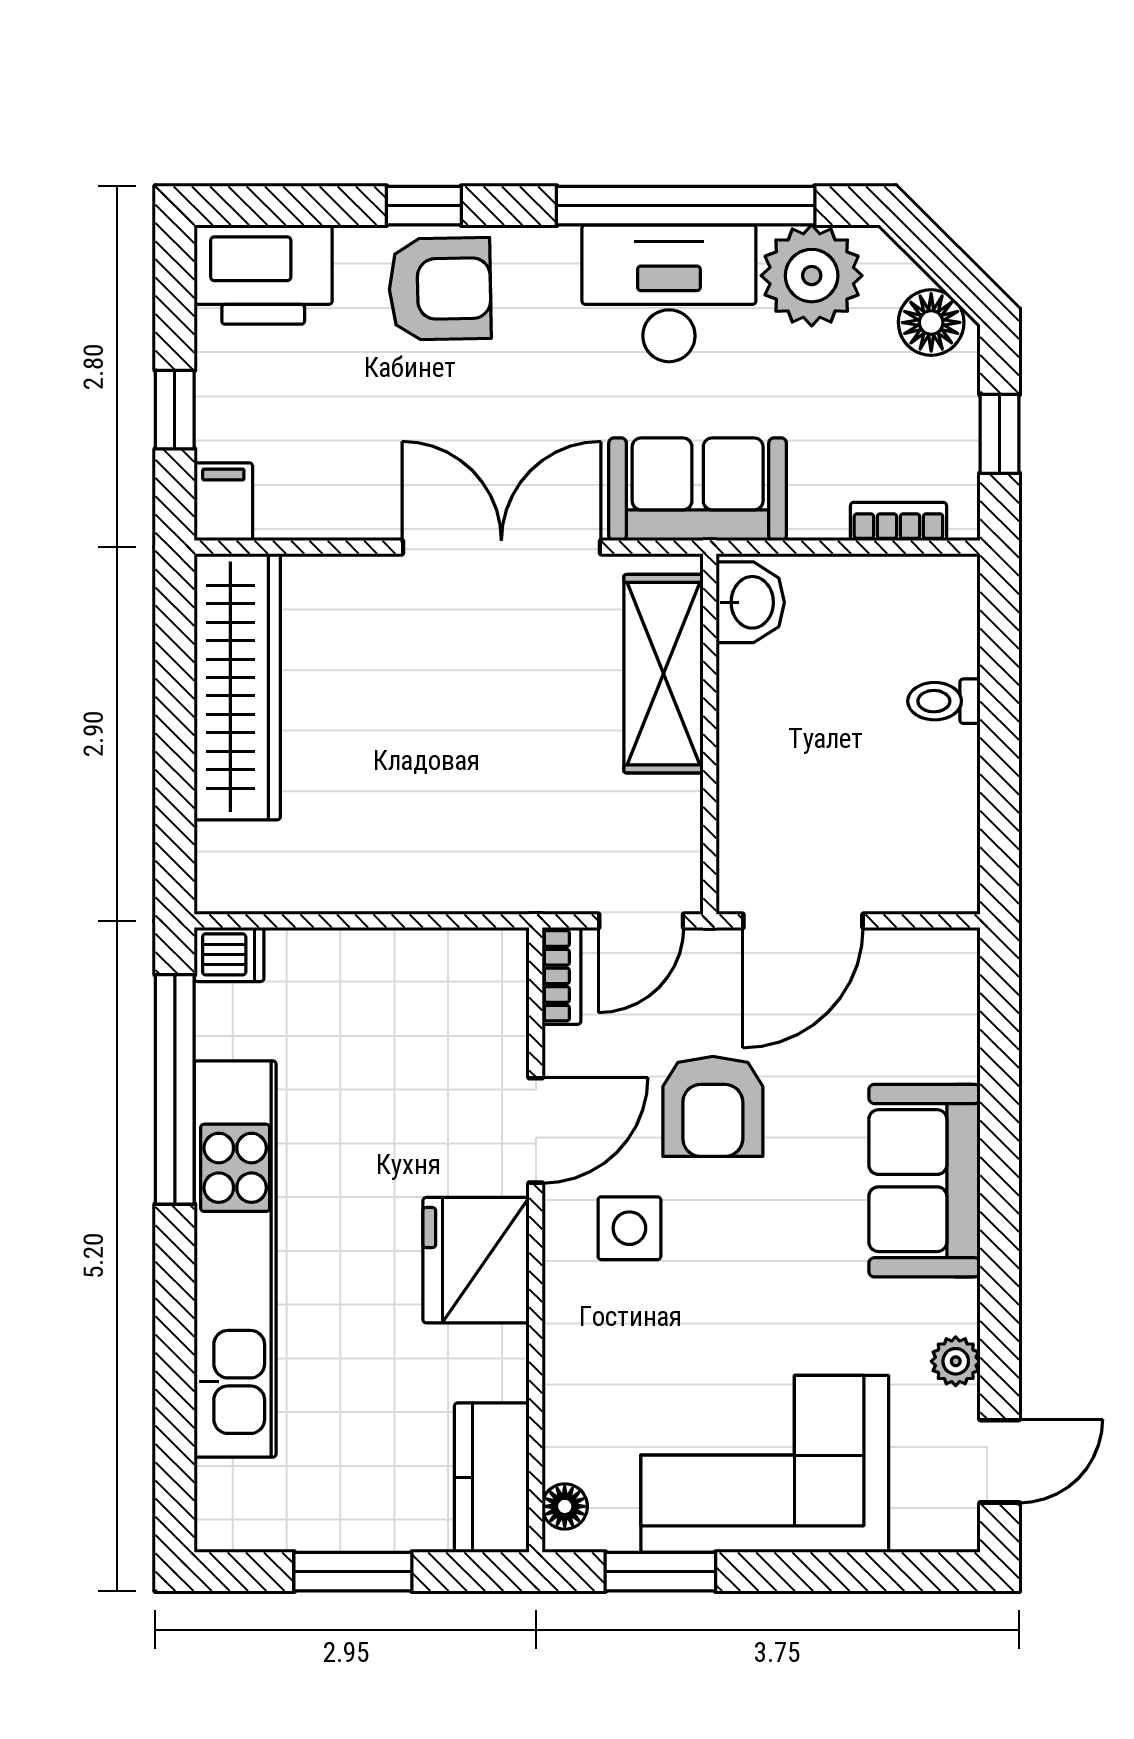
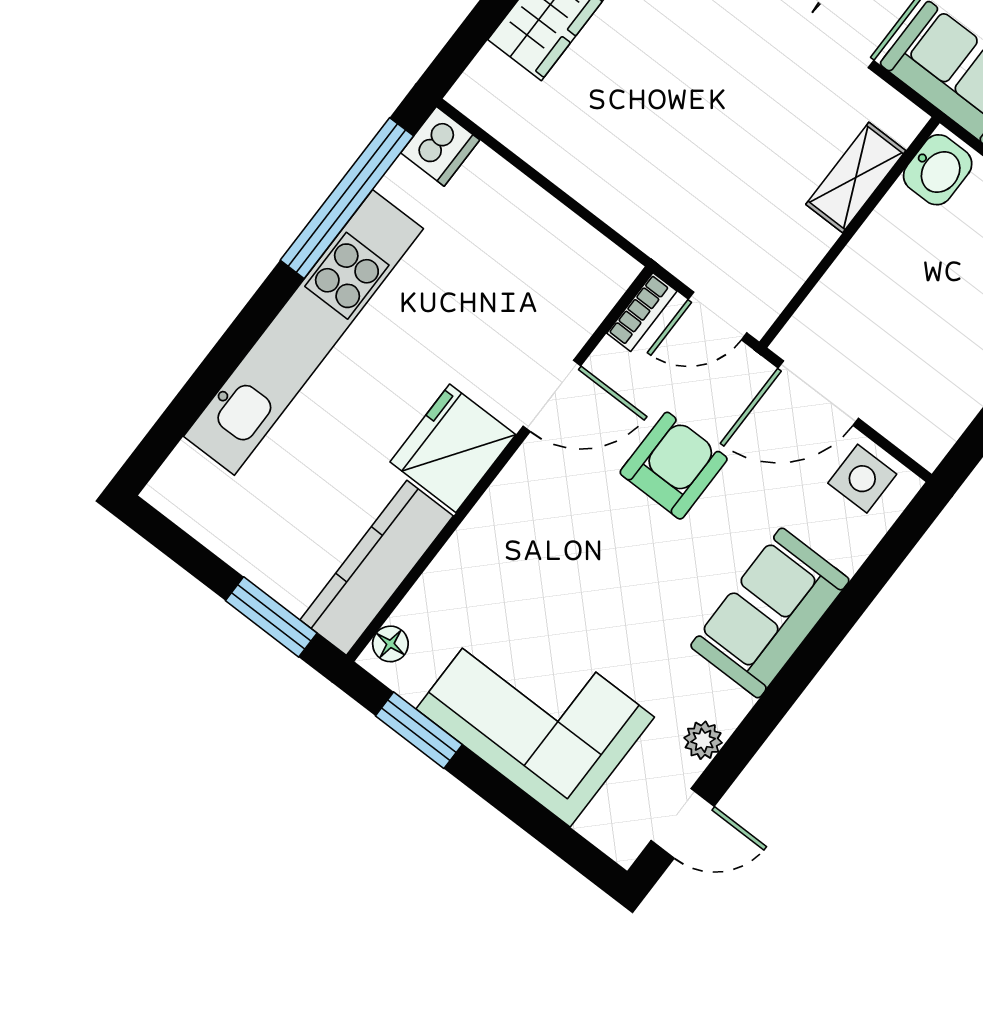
shelving: (663, 674) -> (856, 178), width x0.67, depth x0.75
dishwasher: (229, 954) -> (440, 146), width x1.38
armchair: (713, 1106) -> (674, 466), turned 180
side table: (629, 1228) -> (862, 479), moved
kitchen counter: (492, 1478) -> (377, 568), width x1.50
window: (353, 1572) -> (271, 617), moved

